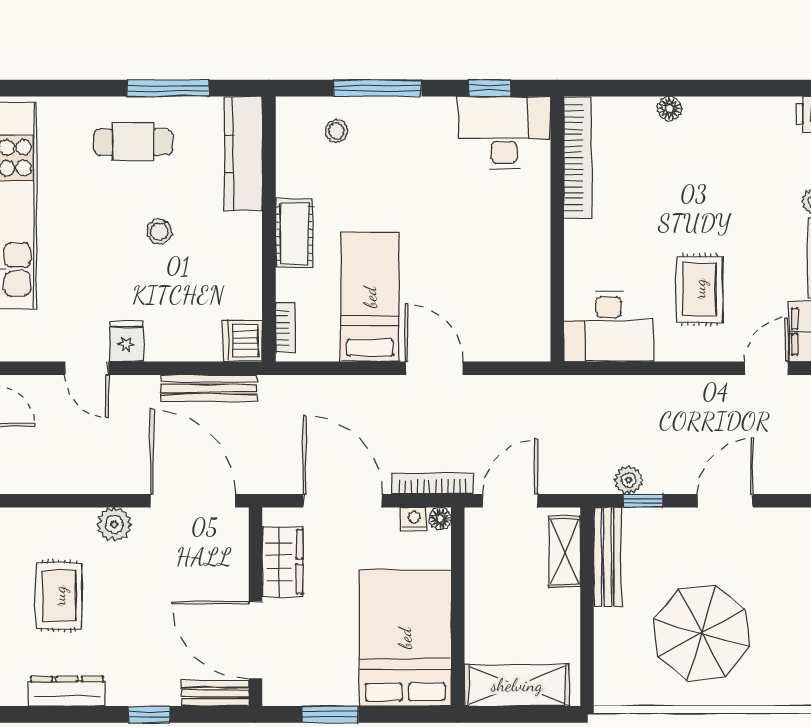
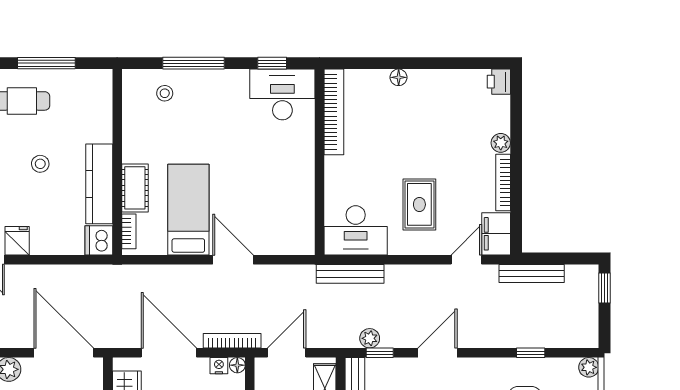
kitchen counter: (243, 153) -> (99, 184), moved
cot: (294, 233) -> (135, 188), moved
bench: (209, 388) -> (350, 274), moved

